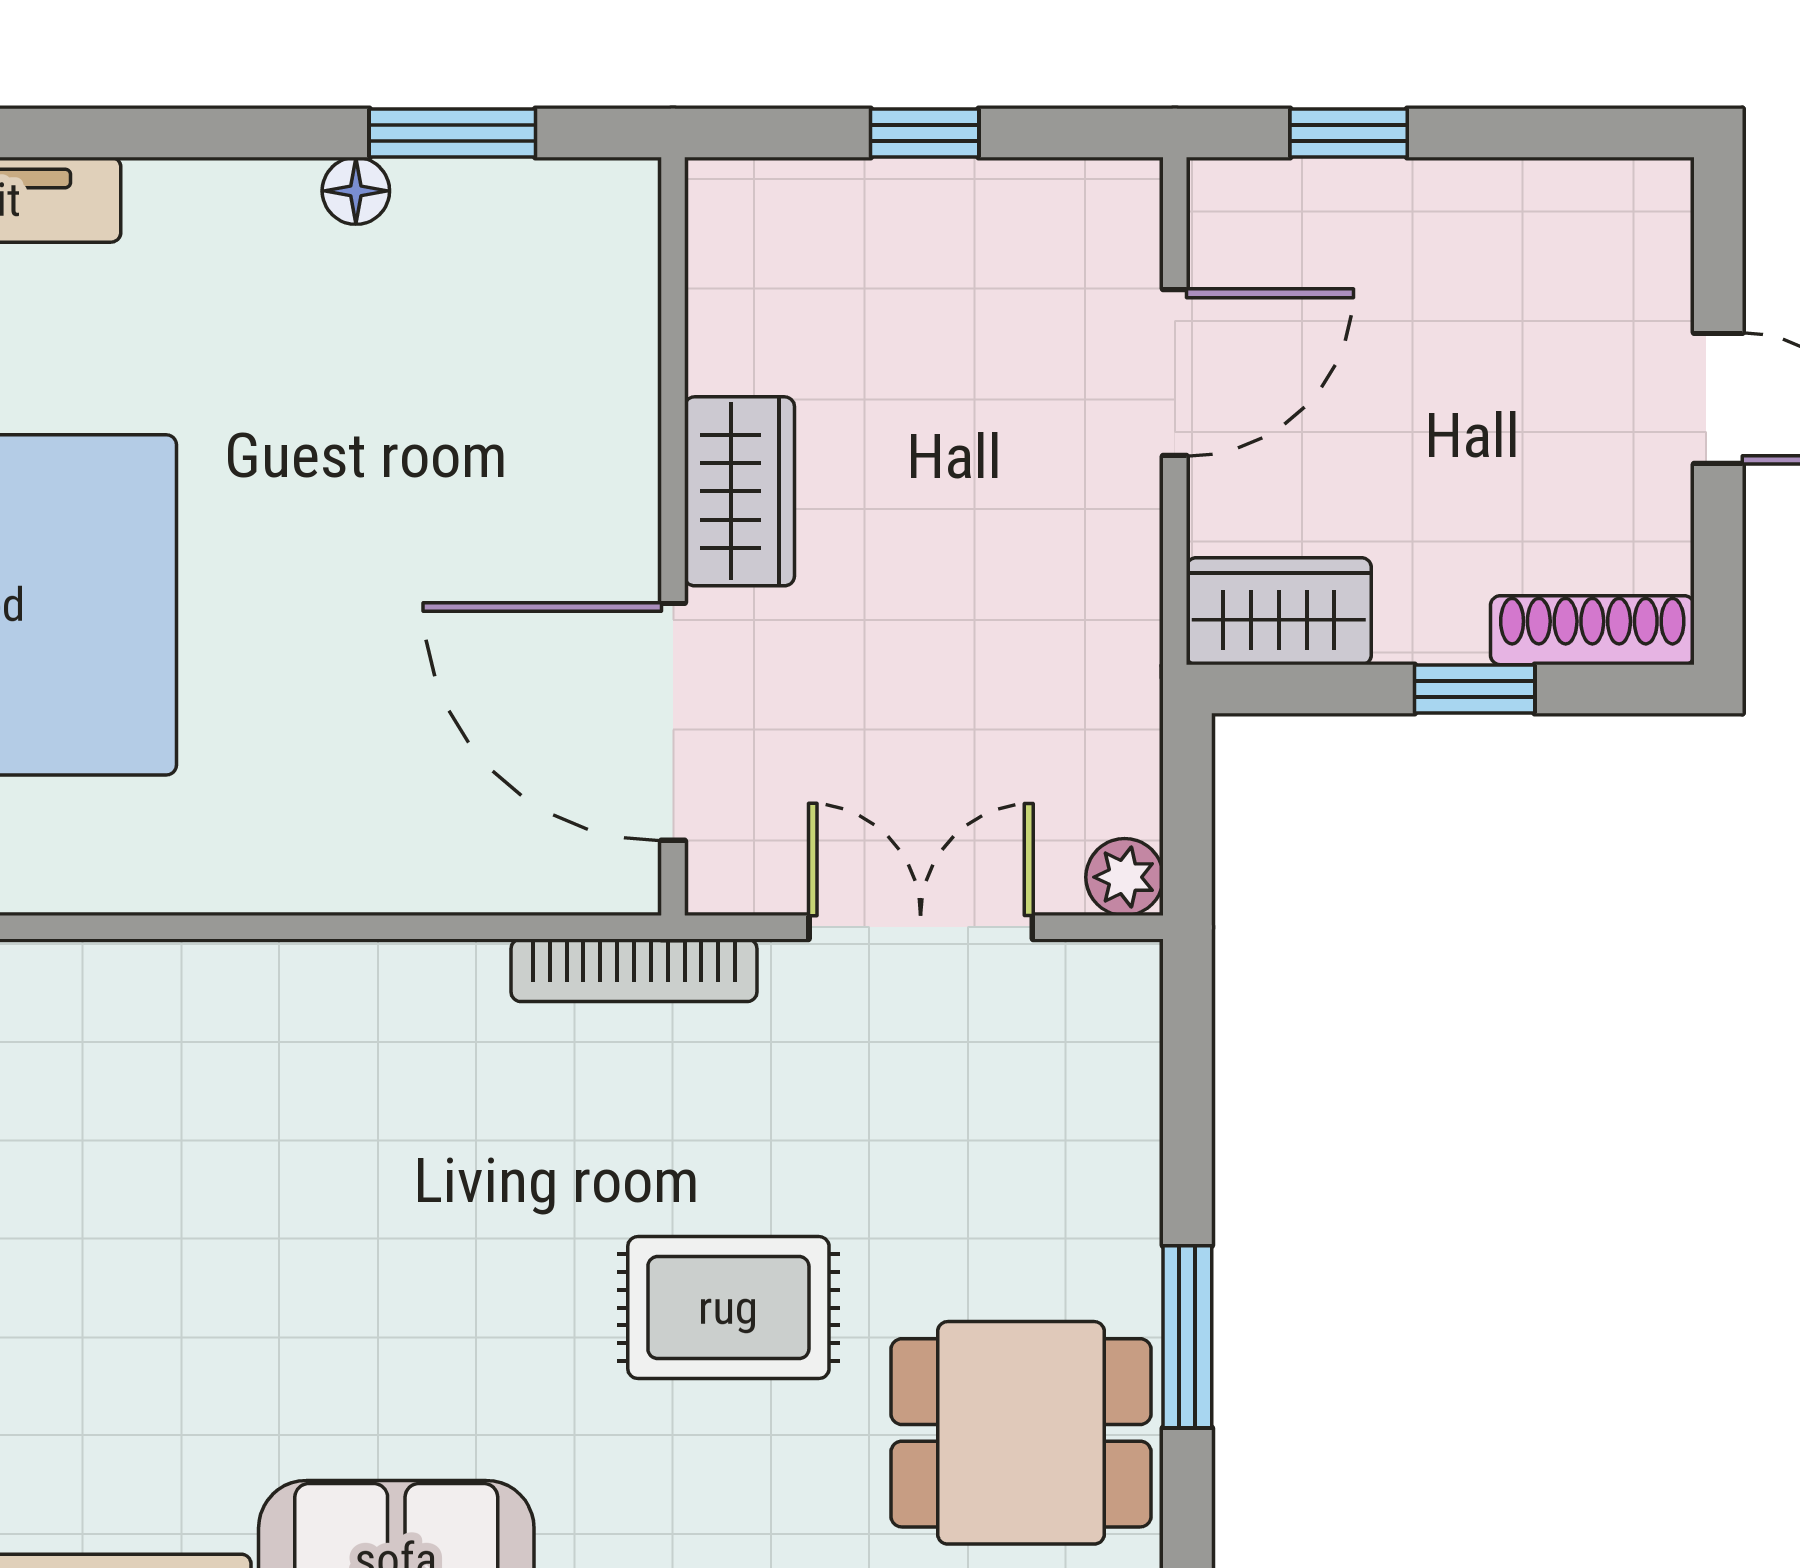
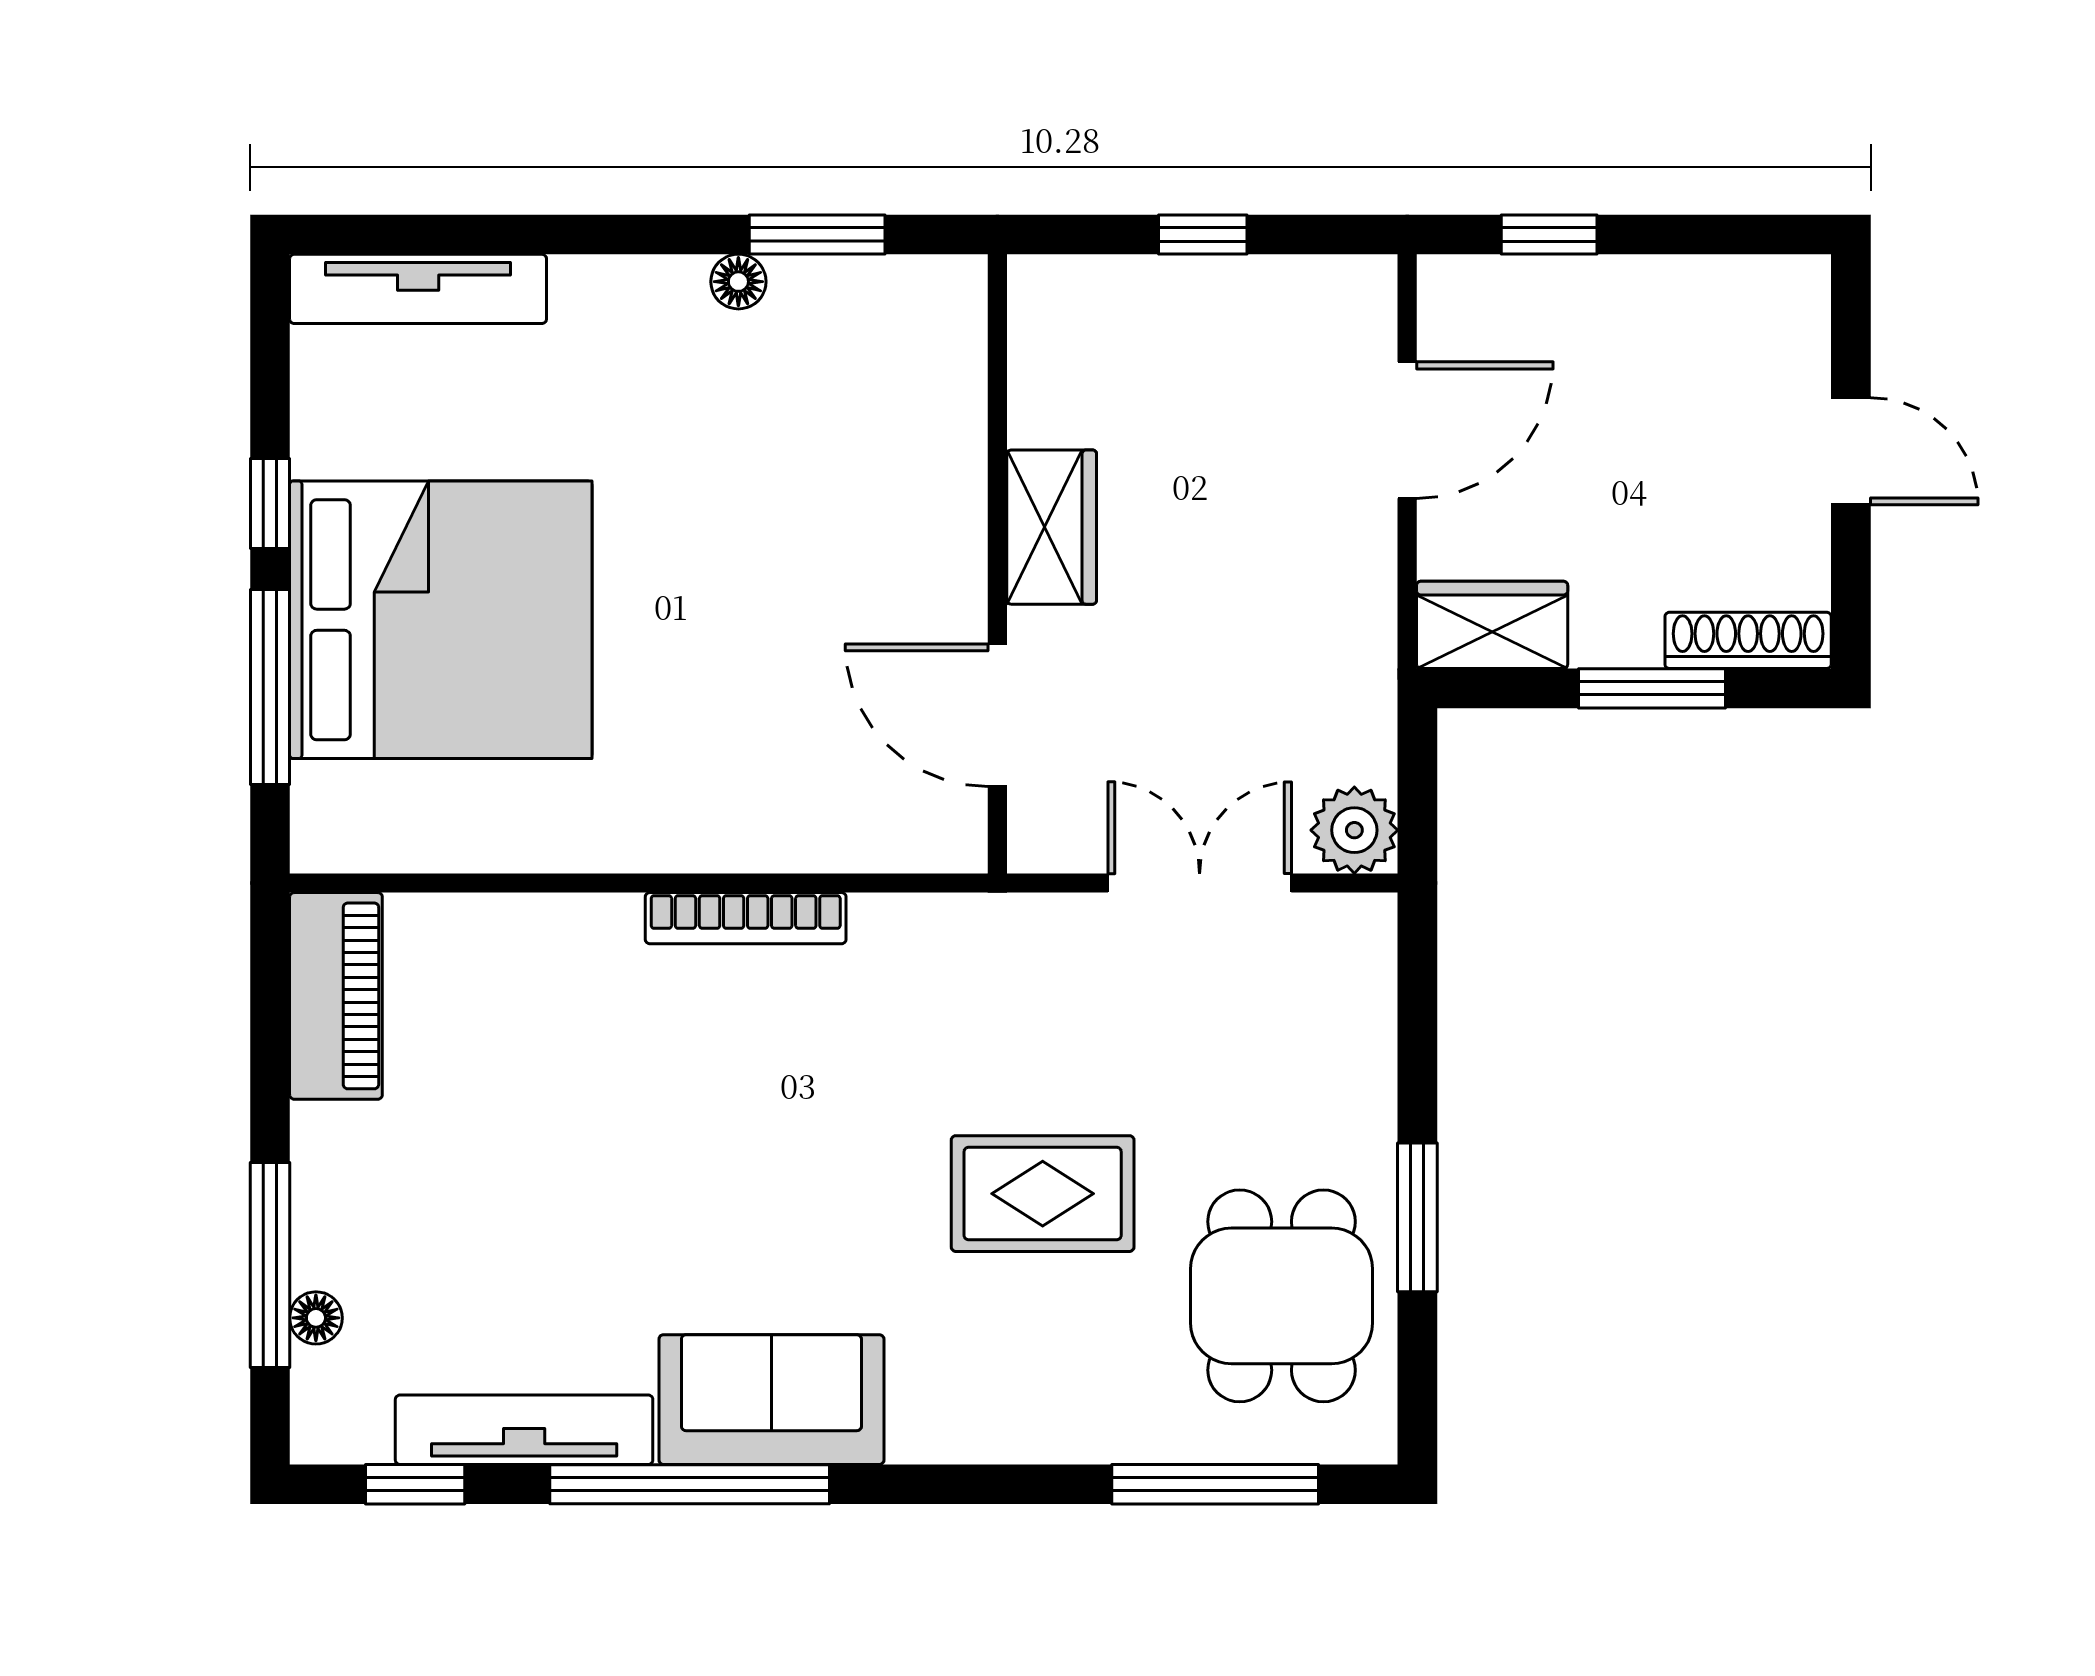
window: (1475, 689) -> (1652, 688), width x1.50
door: (673, 722) -> (997, 715), width x0.73
plant: (1125, 877) -> (1354, 830), width x1.38, depth x1.38
bookcase: (634, 970) -> (746, 918), moved
dining table: (1021, 1433) -> (1282, 1296), turned 90

